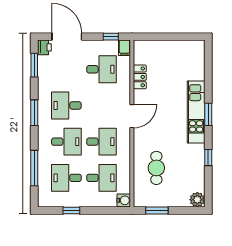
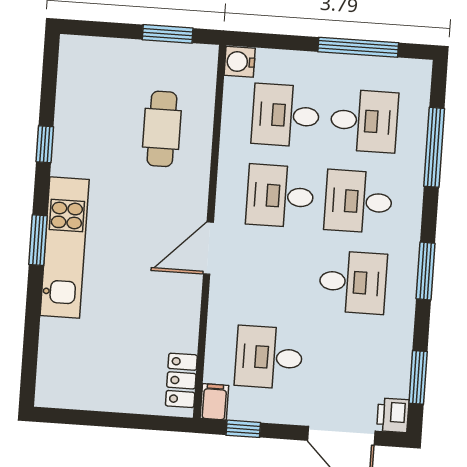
locker: (140, 77) -> (181, 380), moved
plant: (197, 200) -> (76, 52), removed
window: (71, 211) -> (358, 47), width x2.17

